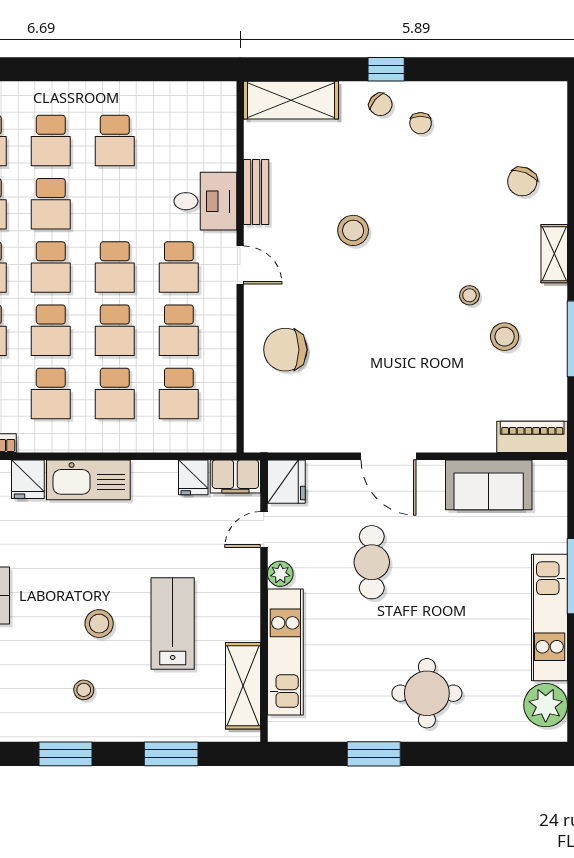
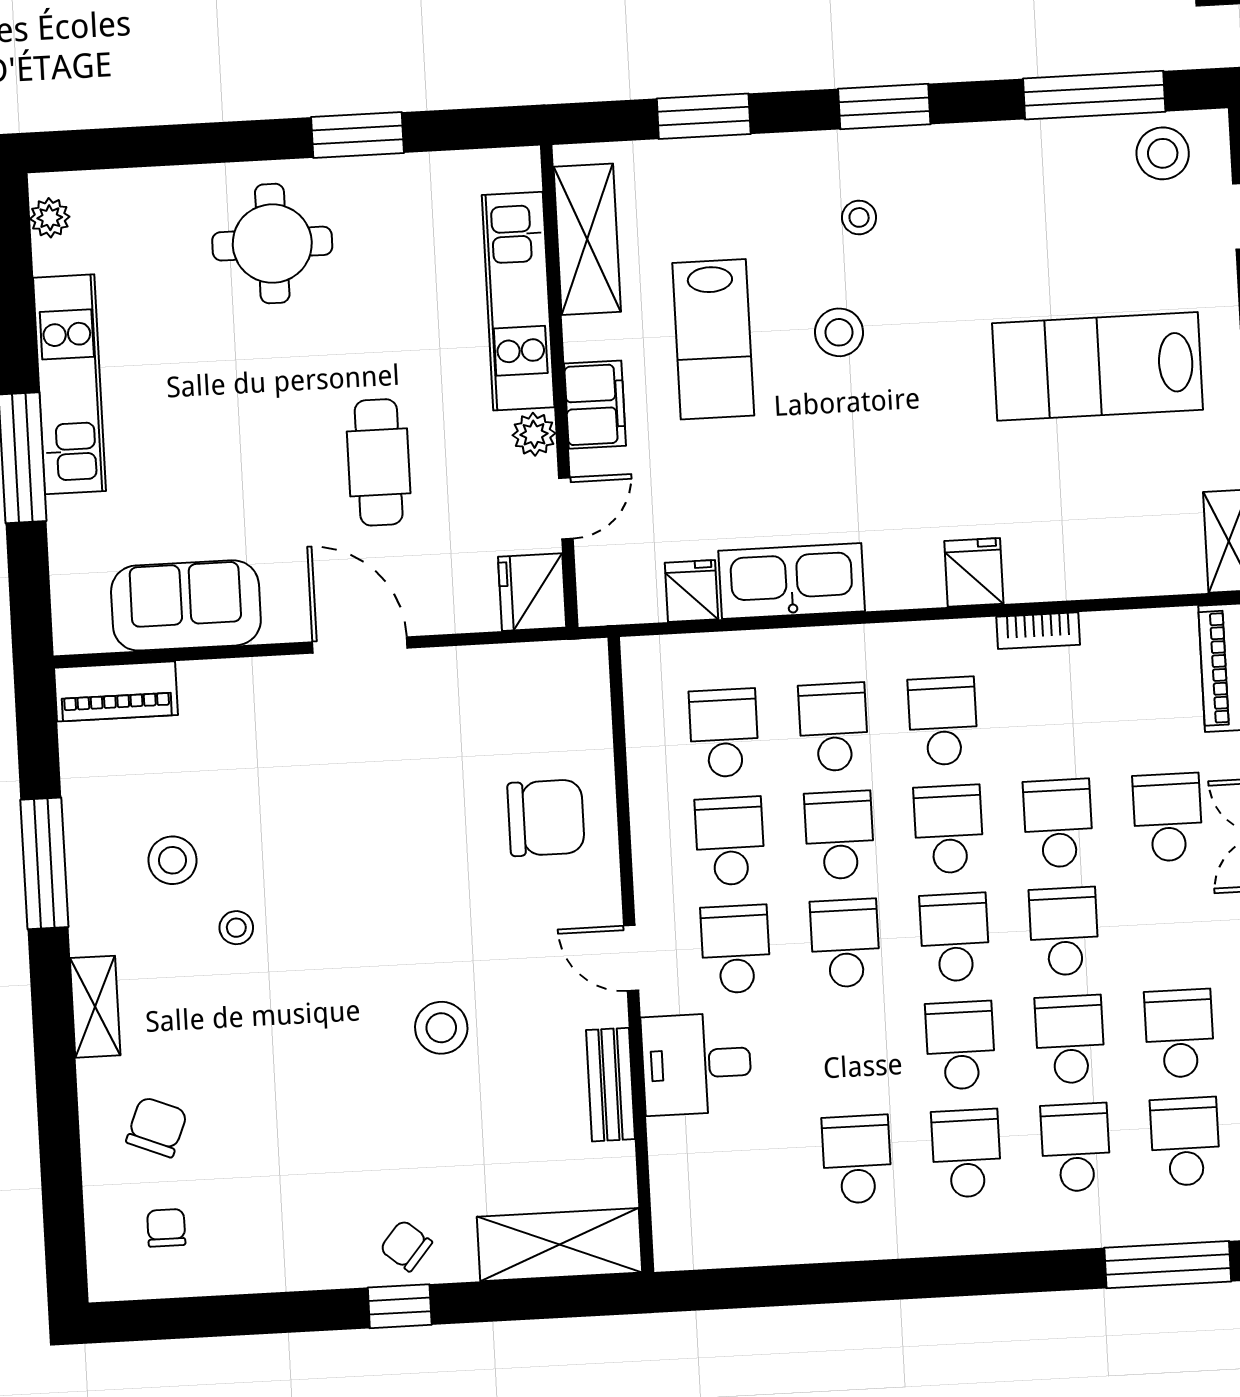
chair: (421, 123) -> (166, 1228), moved
filing cabinet: (235, 477) -> (595, 405), moved, turned 90
kitchen sink: (88, 480) -> (792, 581), moved
plant: (546, 705) -> (50, 218), width x0.53, depth x0.53

